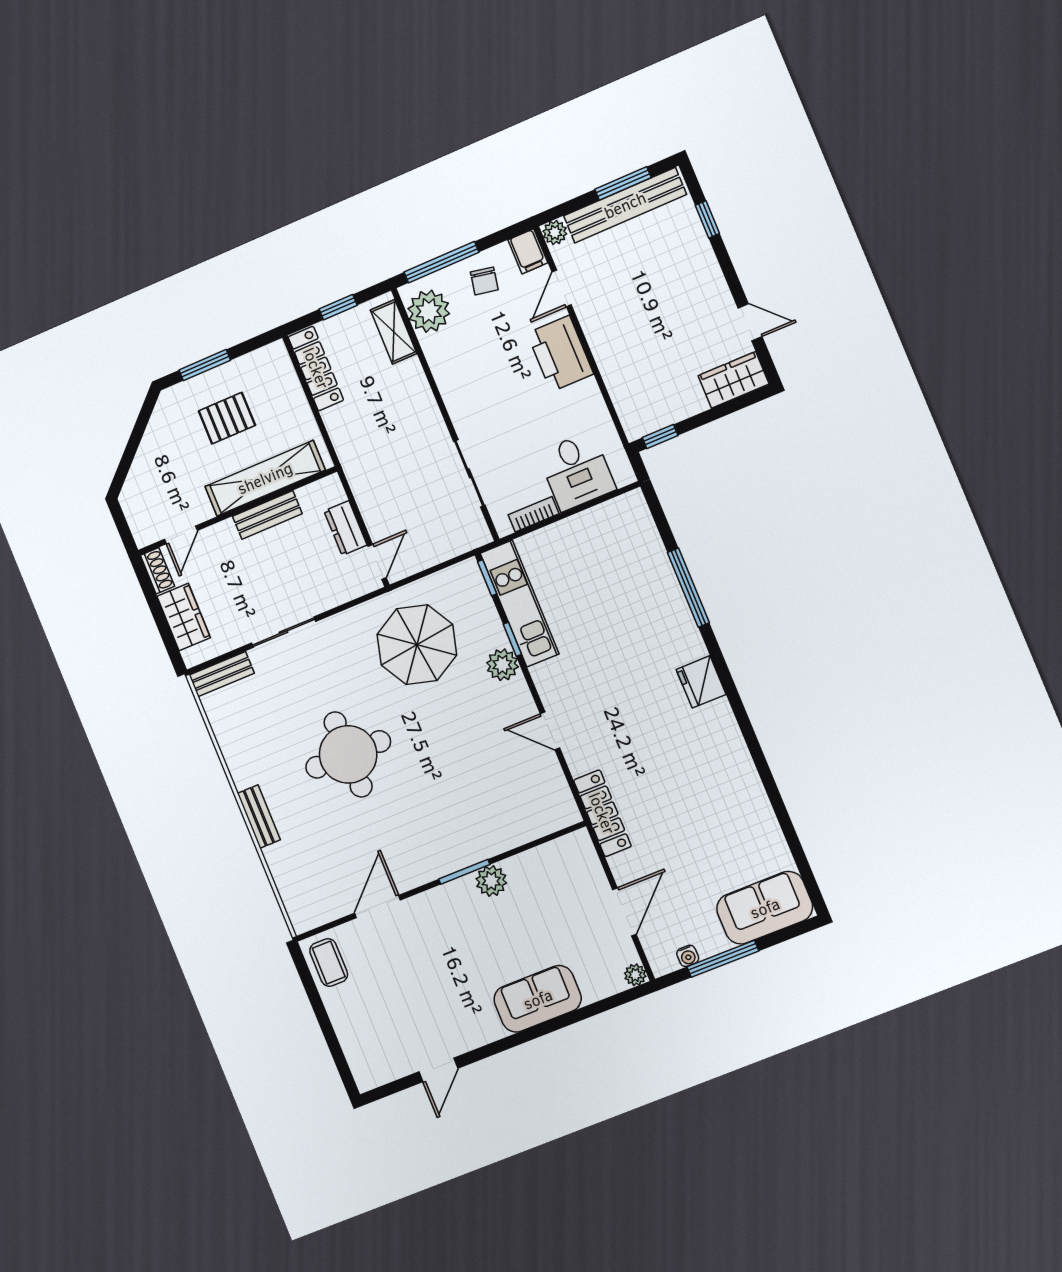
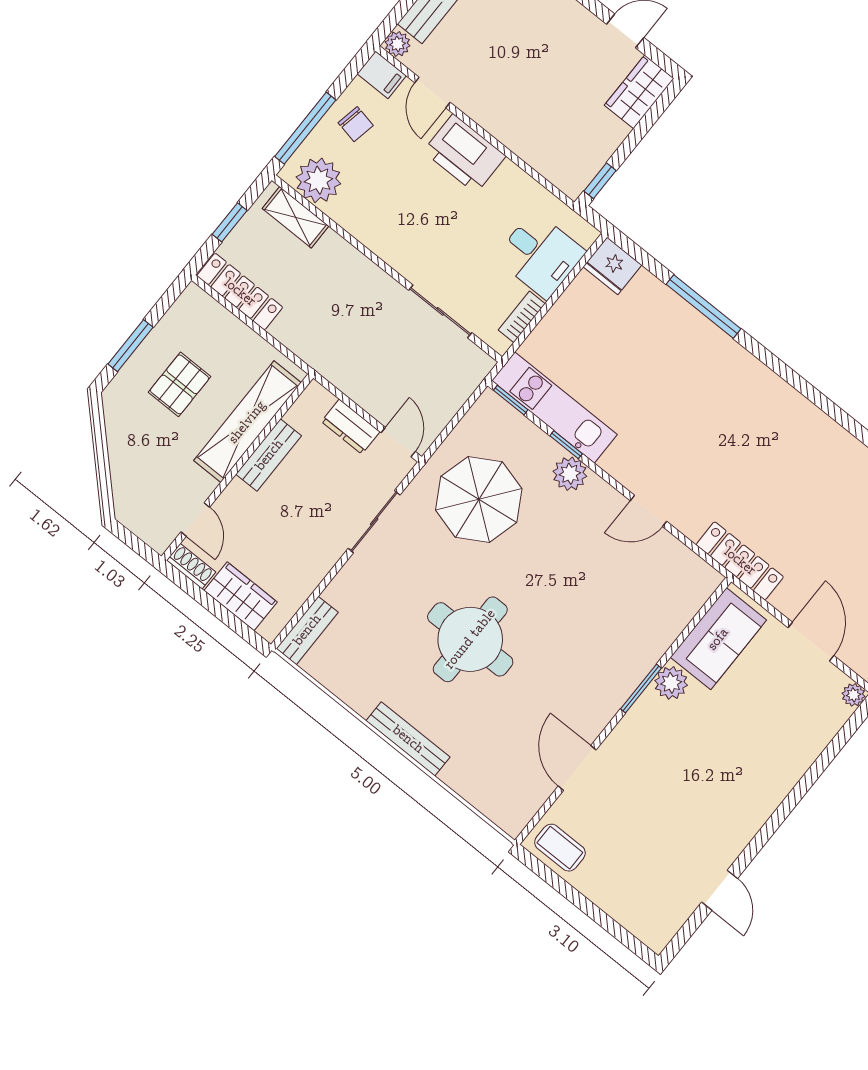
sliding door: (283, 632) -> (374, 522), moved
fridge: (701, 682) -> (612, 266), moved
bench: (259, 817) -> (408, 739), width x1.36
sofa: (538, 999) -> (718, 639), moved, turned 180

